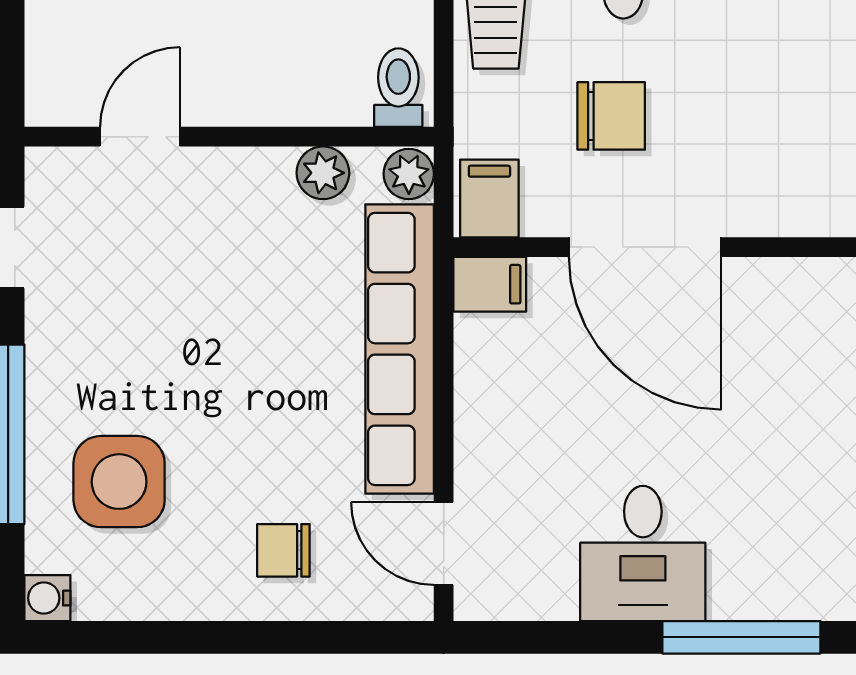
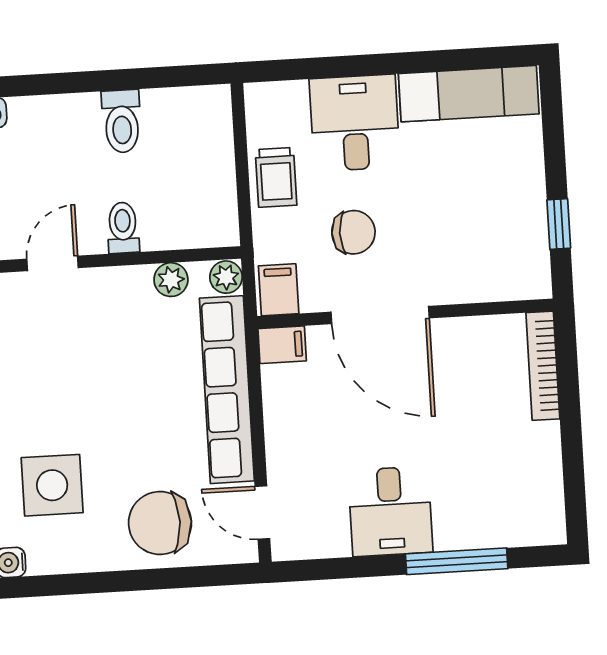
toilet: (398, 88) -> (123, 228), moved
chair: (283, 550) -> (160, 523), width x1.87, depth x1.87

